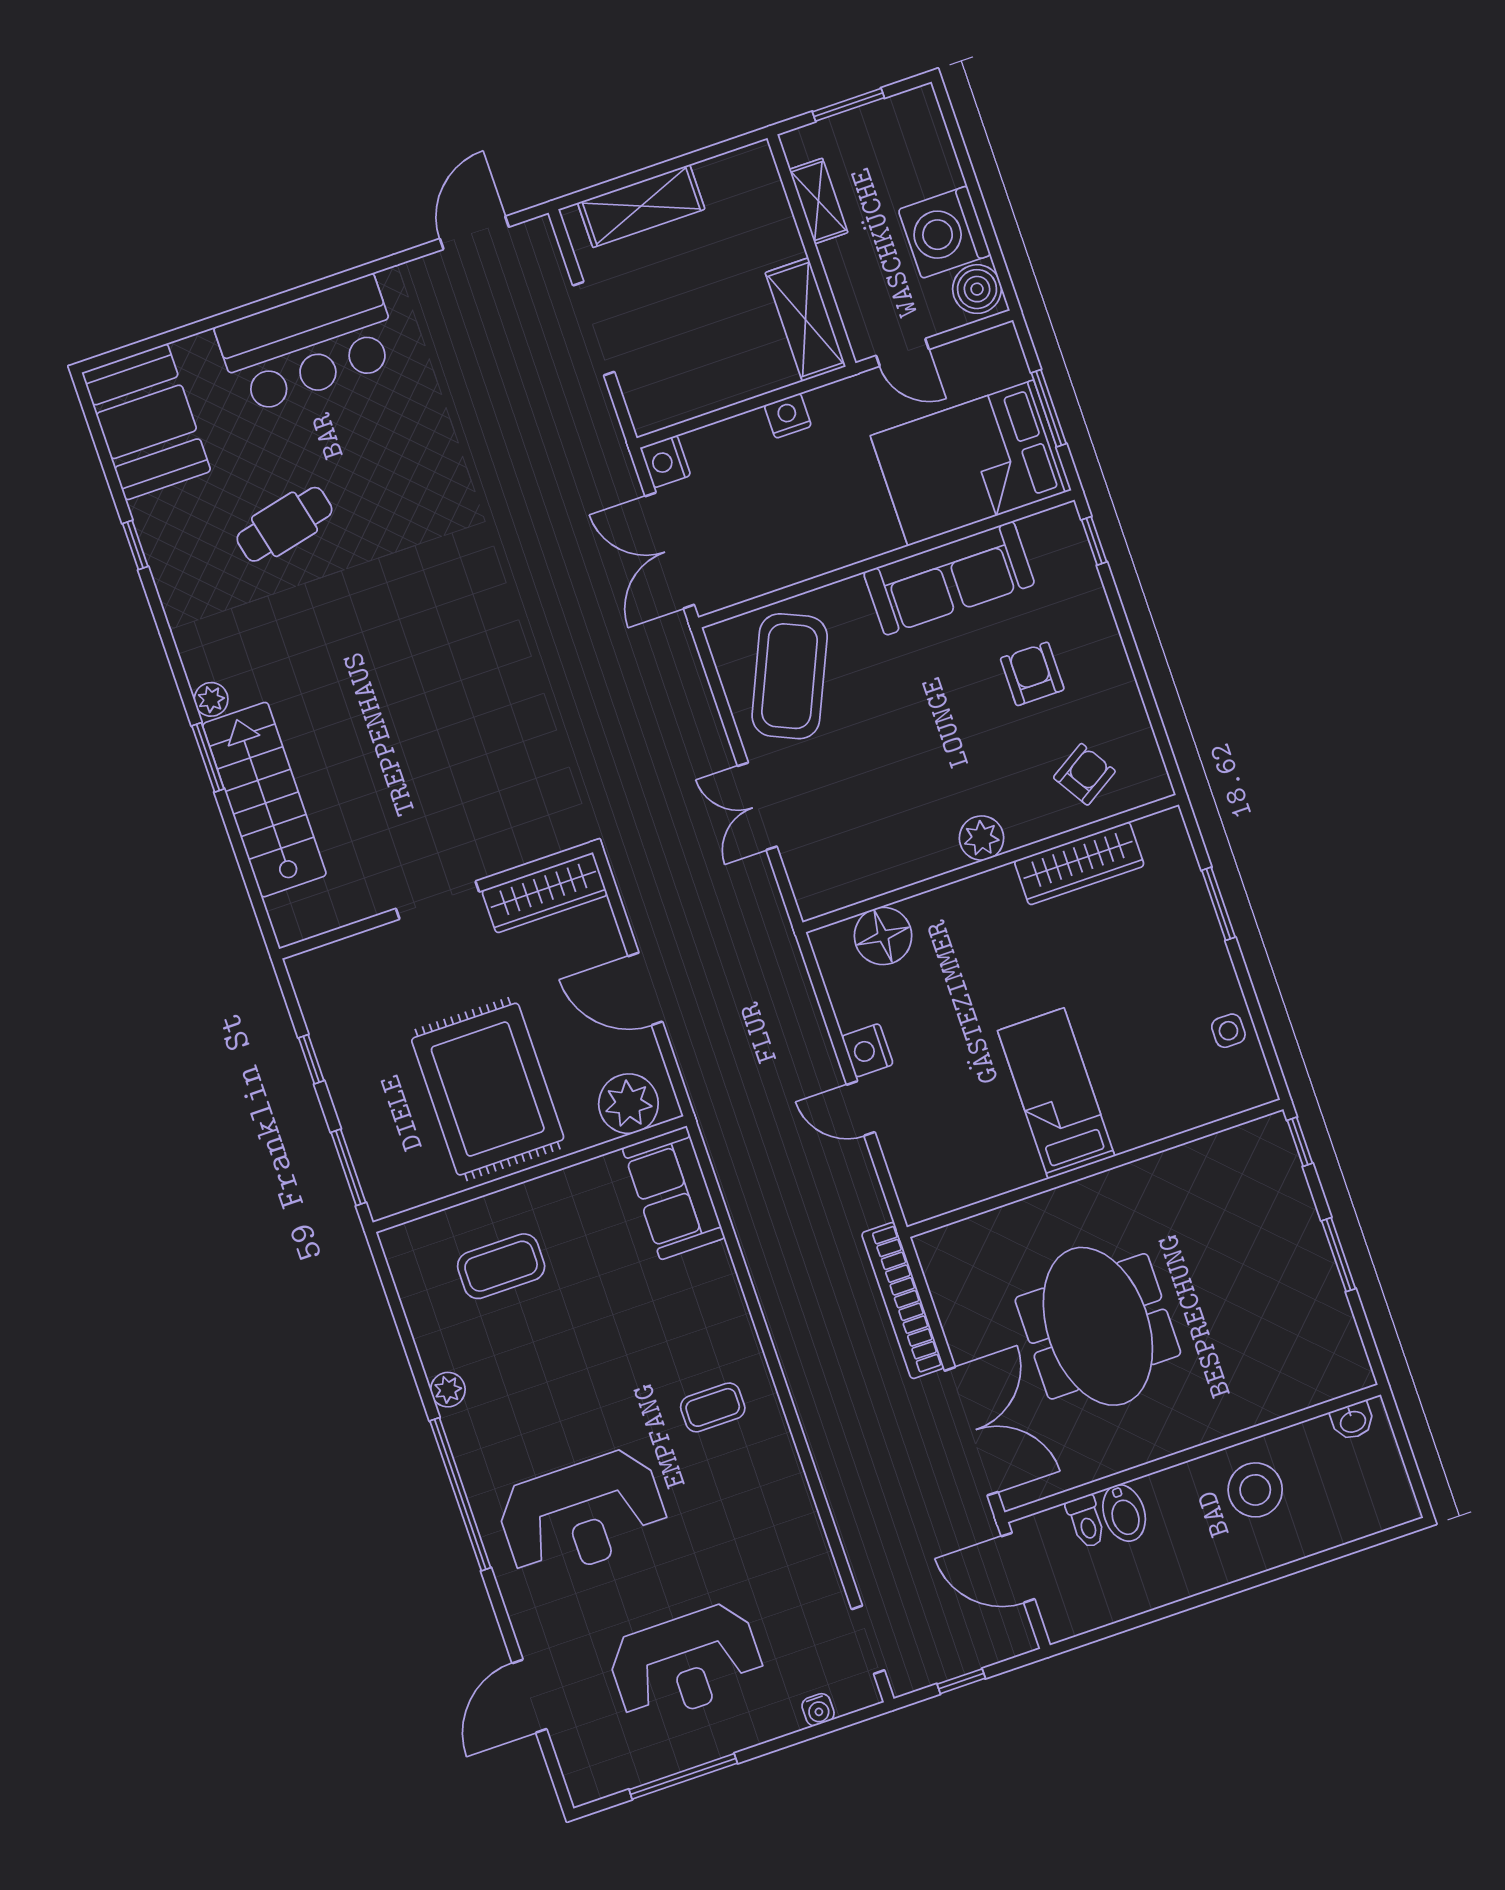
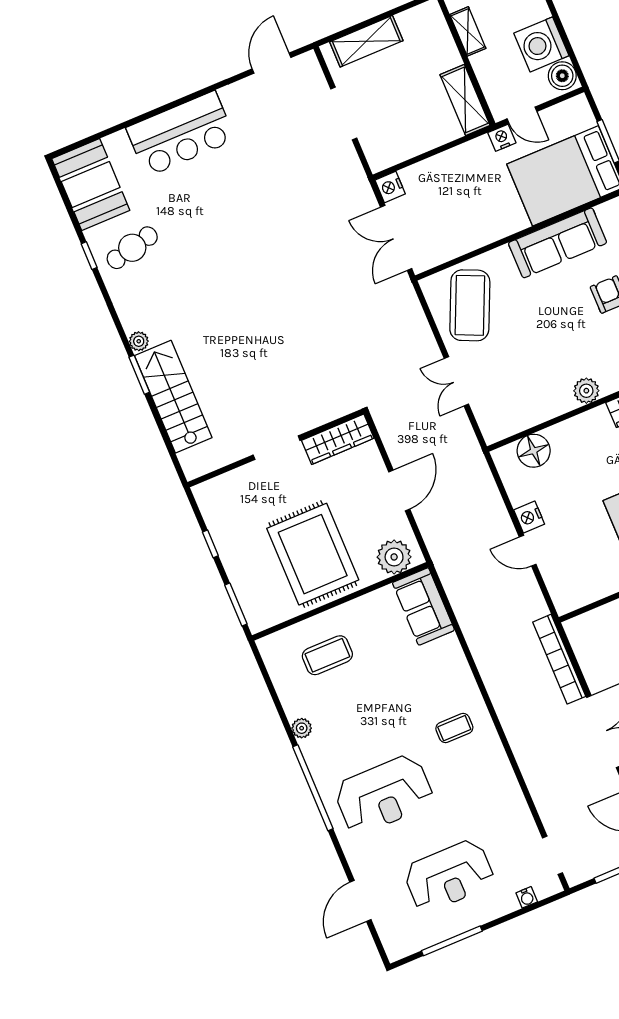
nightstand: (788, 416) -> (502, 138), moved
cafe table: (284, 524) -> (132, 248), moved
door: (645, 989) -> (399, 490), swing flipped

